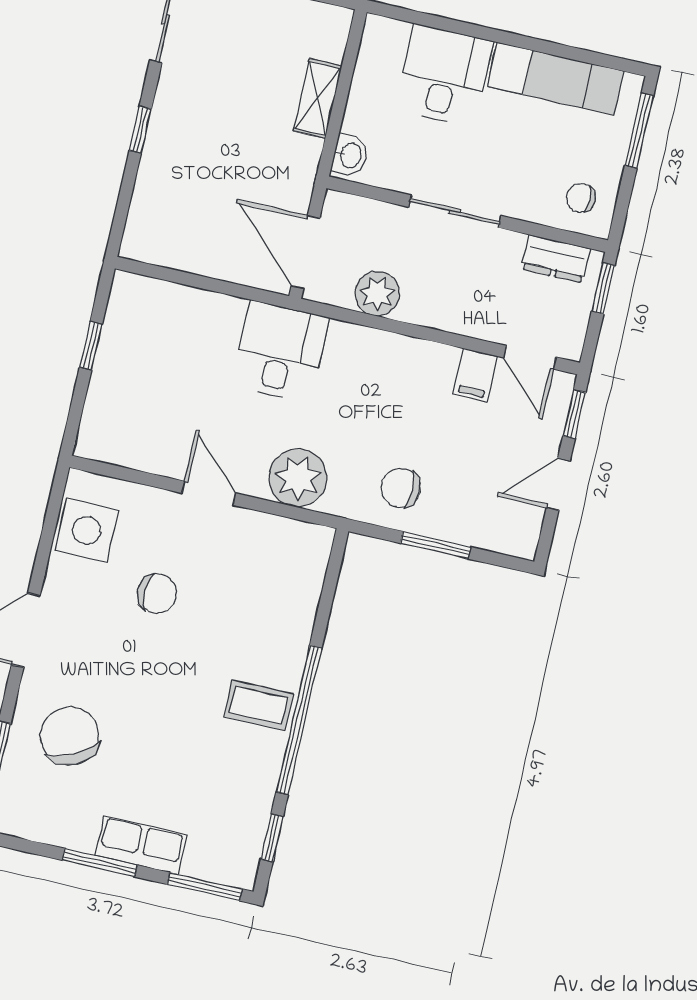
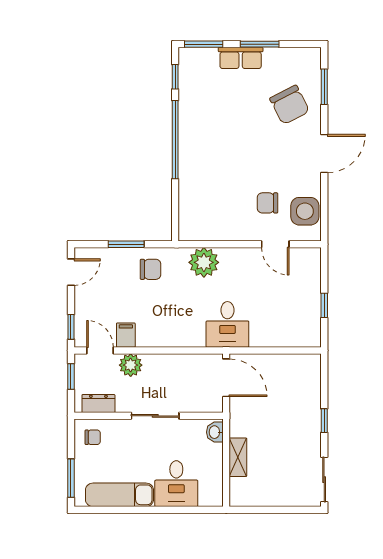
window: (603, 288) -> (71, 376), moved
plant: (377, 294) -> (131, 365), moved
door: (558, 484) -> (71, 272), moved
door: (209, 493) -> (275, 244), moved
chair: (157, 594) -> (268, 203), moved
coffee table: (259, 705) -> (197, 142), removed

